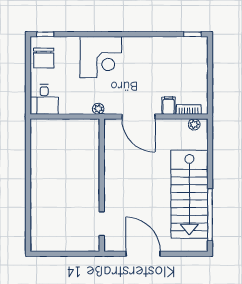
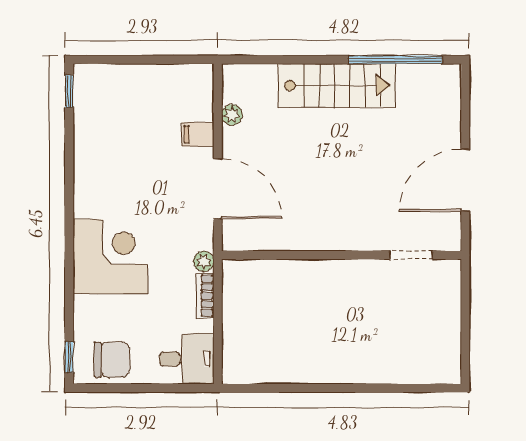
bookcase: (189, 109) -> (205, 296), moved
door: (138, 117) -> (218, 189), hinge flipped
plant: (194, 124) -> (232, 115), moved
stairs: (189, 194) -> (337, 86), width x0.73, depth x0.66

